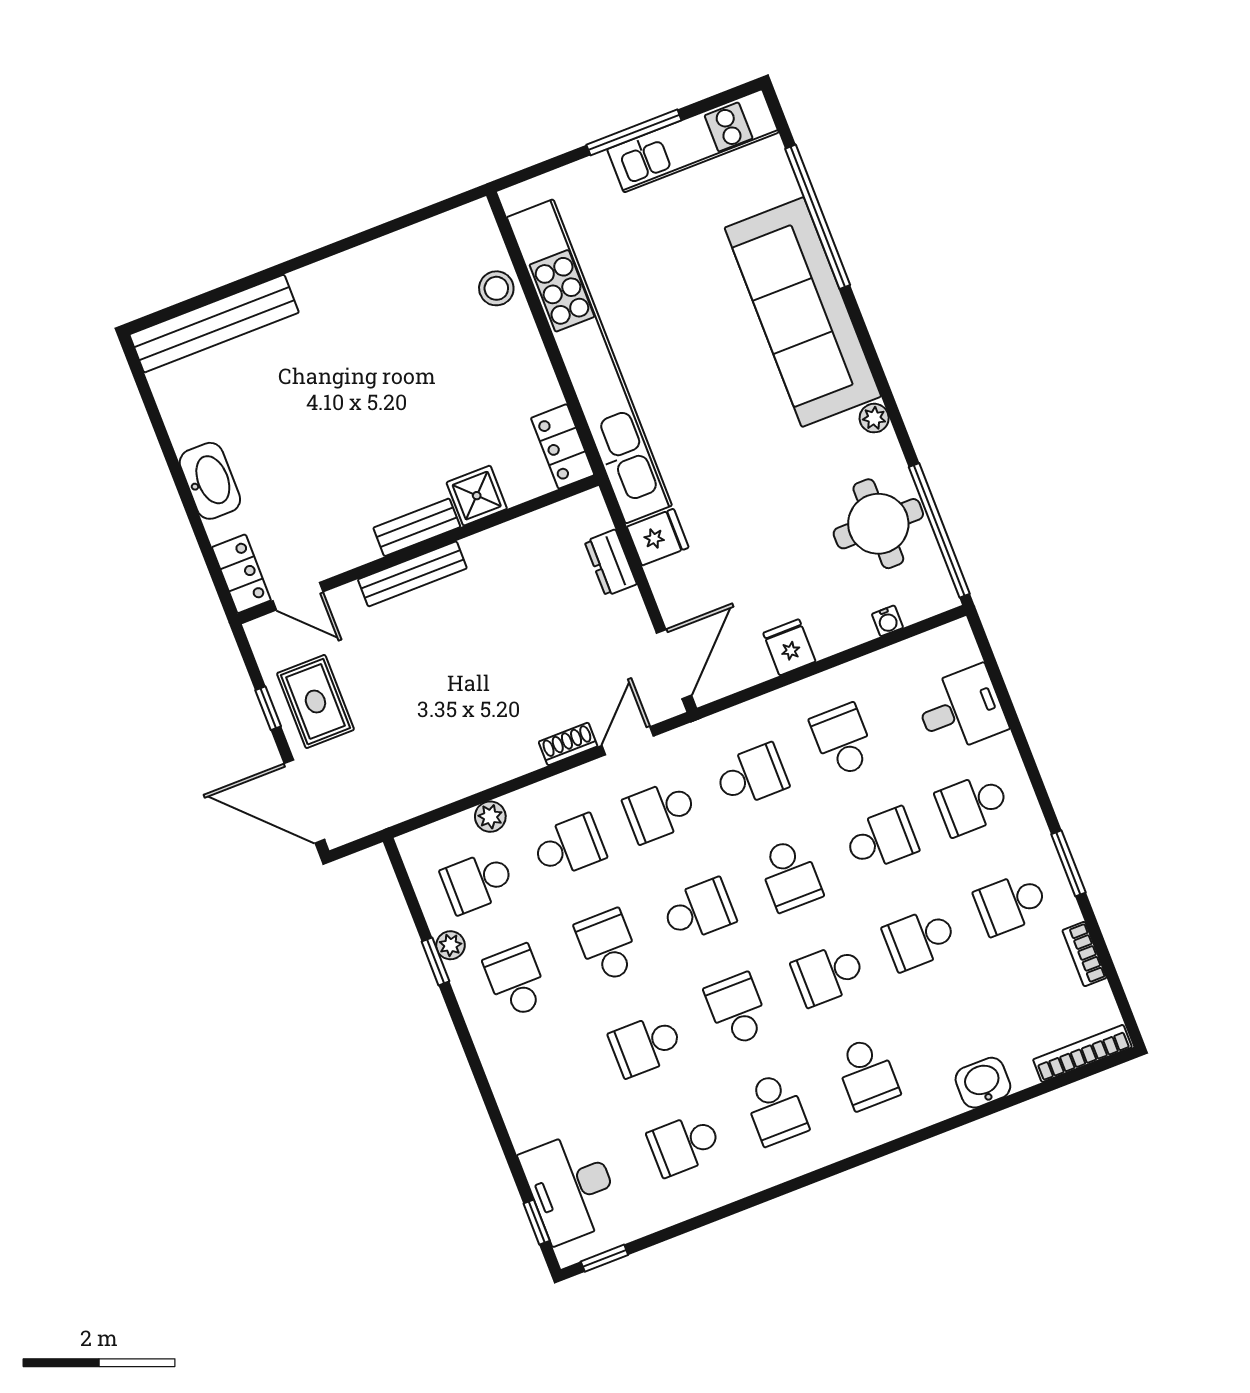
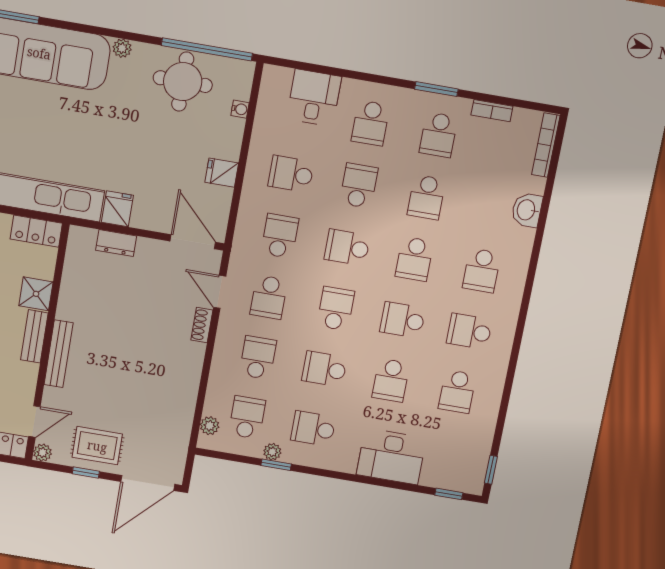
plant: (261, 633) -> (42, 453), added
plant: (490, 817) -> (210, 426), moved
school desk: (790, 875) -> (347, 247), turned 180
school desk: (478, 882) -> (247, 417), turned 180
school desk: (867, 1074) -> (482, 270), turned 90
school desk: (776, 1109) -> (469, 331), turned 180
desk: (571, 1187) -> (391, 456), moved

